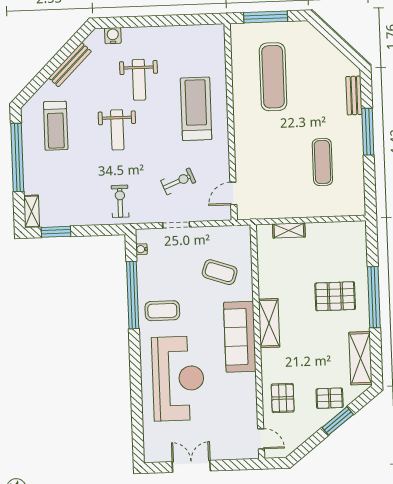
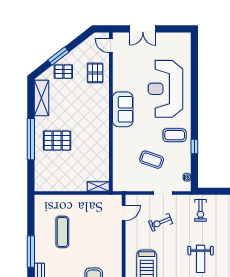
weight bench: (117, 130) -> (201, 259), turned 180
shelving: (289, 230) -> (98, 186), moved
coffee table: (220, 272) -> (152, 160), moved
window: (133, 295) -> (194, 146), width x0.32
shelving: (269, 323) -> (103, 124), removed
sofa: (240, 337) -> (123, 109), width x0.73
double door: (191, 466) -> (143, 29), moved

